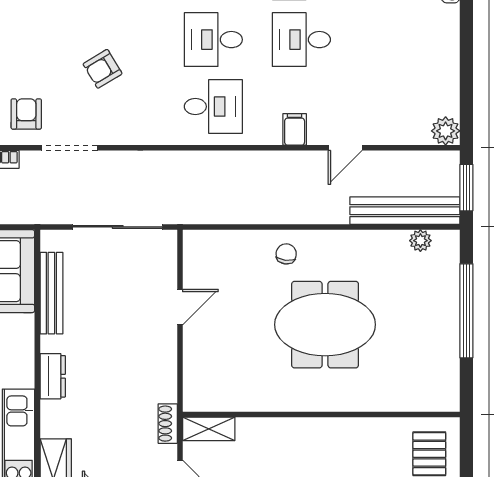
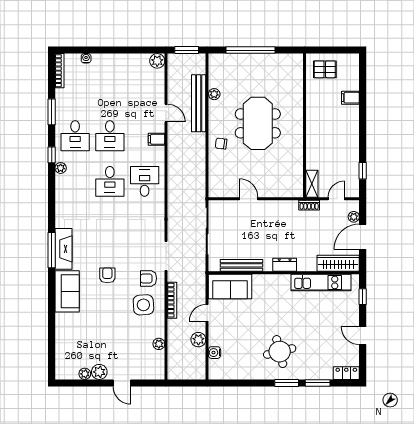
armchair: (103, 69) -> (107, 275), moved, turned -149
bench: (405, 211) -> (199, 103), moved
plant: (420, 241) -> (214, 94), moved

